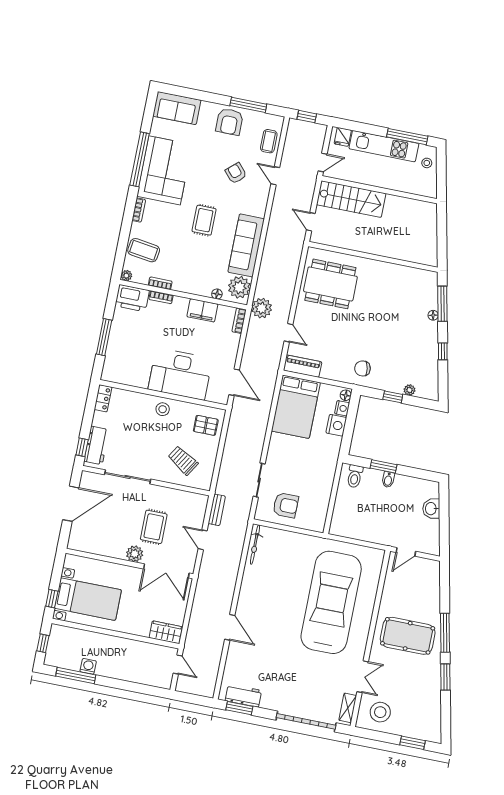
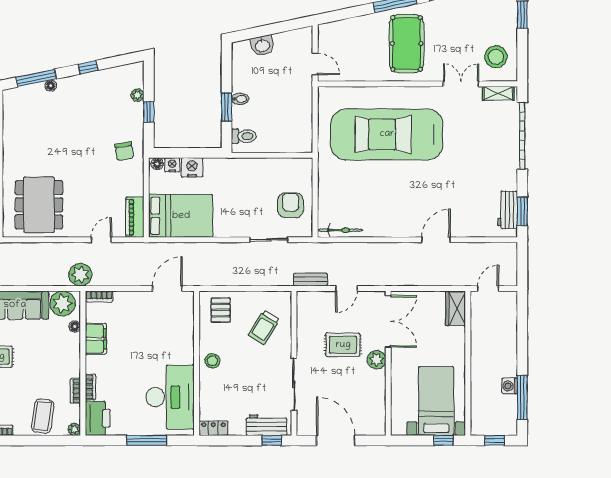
desk: (180, 374) -> (170, 397), moved

